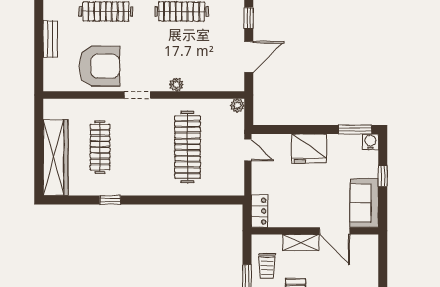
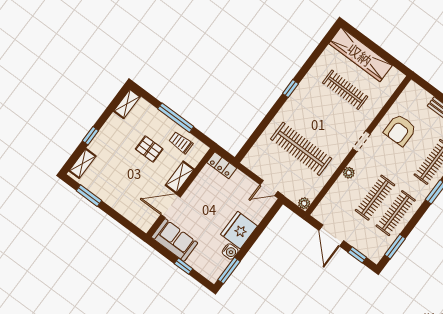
clothes rail: (182, 42) -> (375, 198), added
armchair: (99, 66) -> (400, 130), width x0.73, depth x0.73
water cooler: (370, 142) -> (230, 252), moved
window: (110, 200) -> (290, 89), moved

